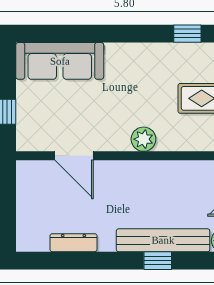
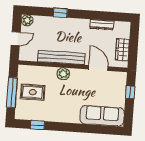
wardrobe: (29, 196) -> (122, 50), added
bench: (163, 240) -> (61, 57), moved

